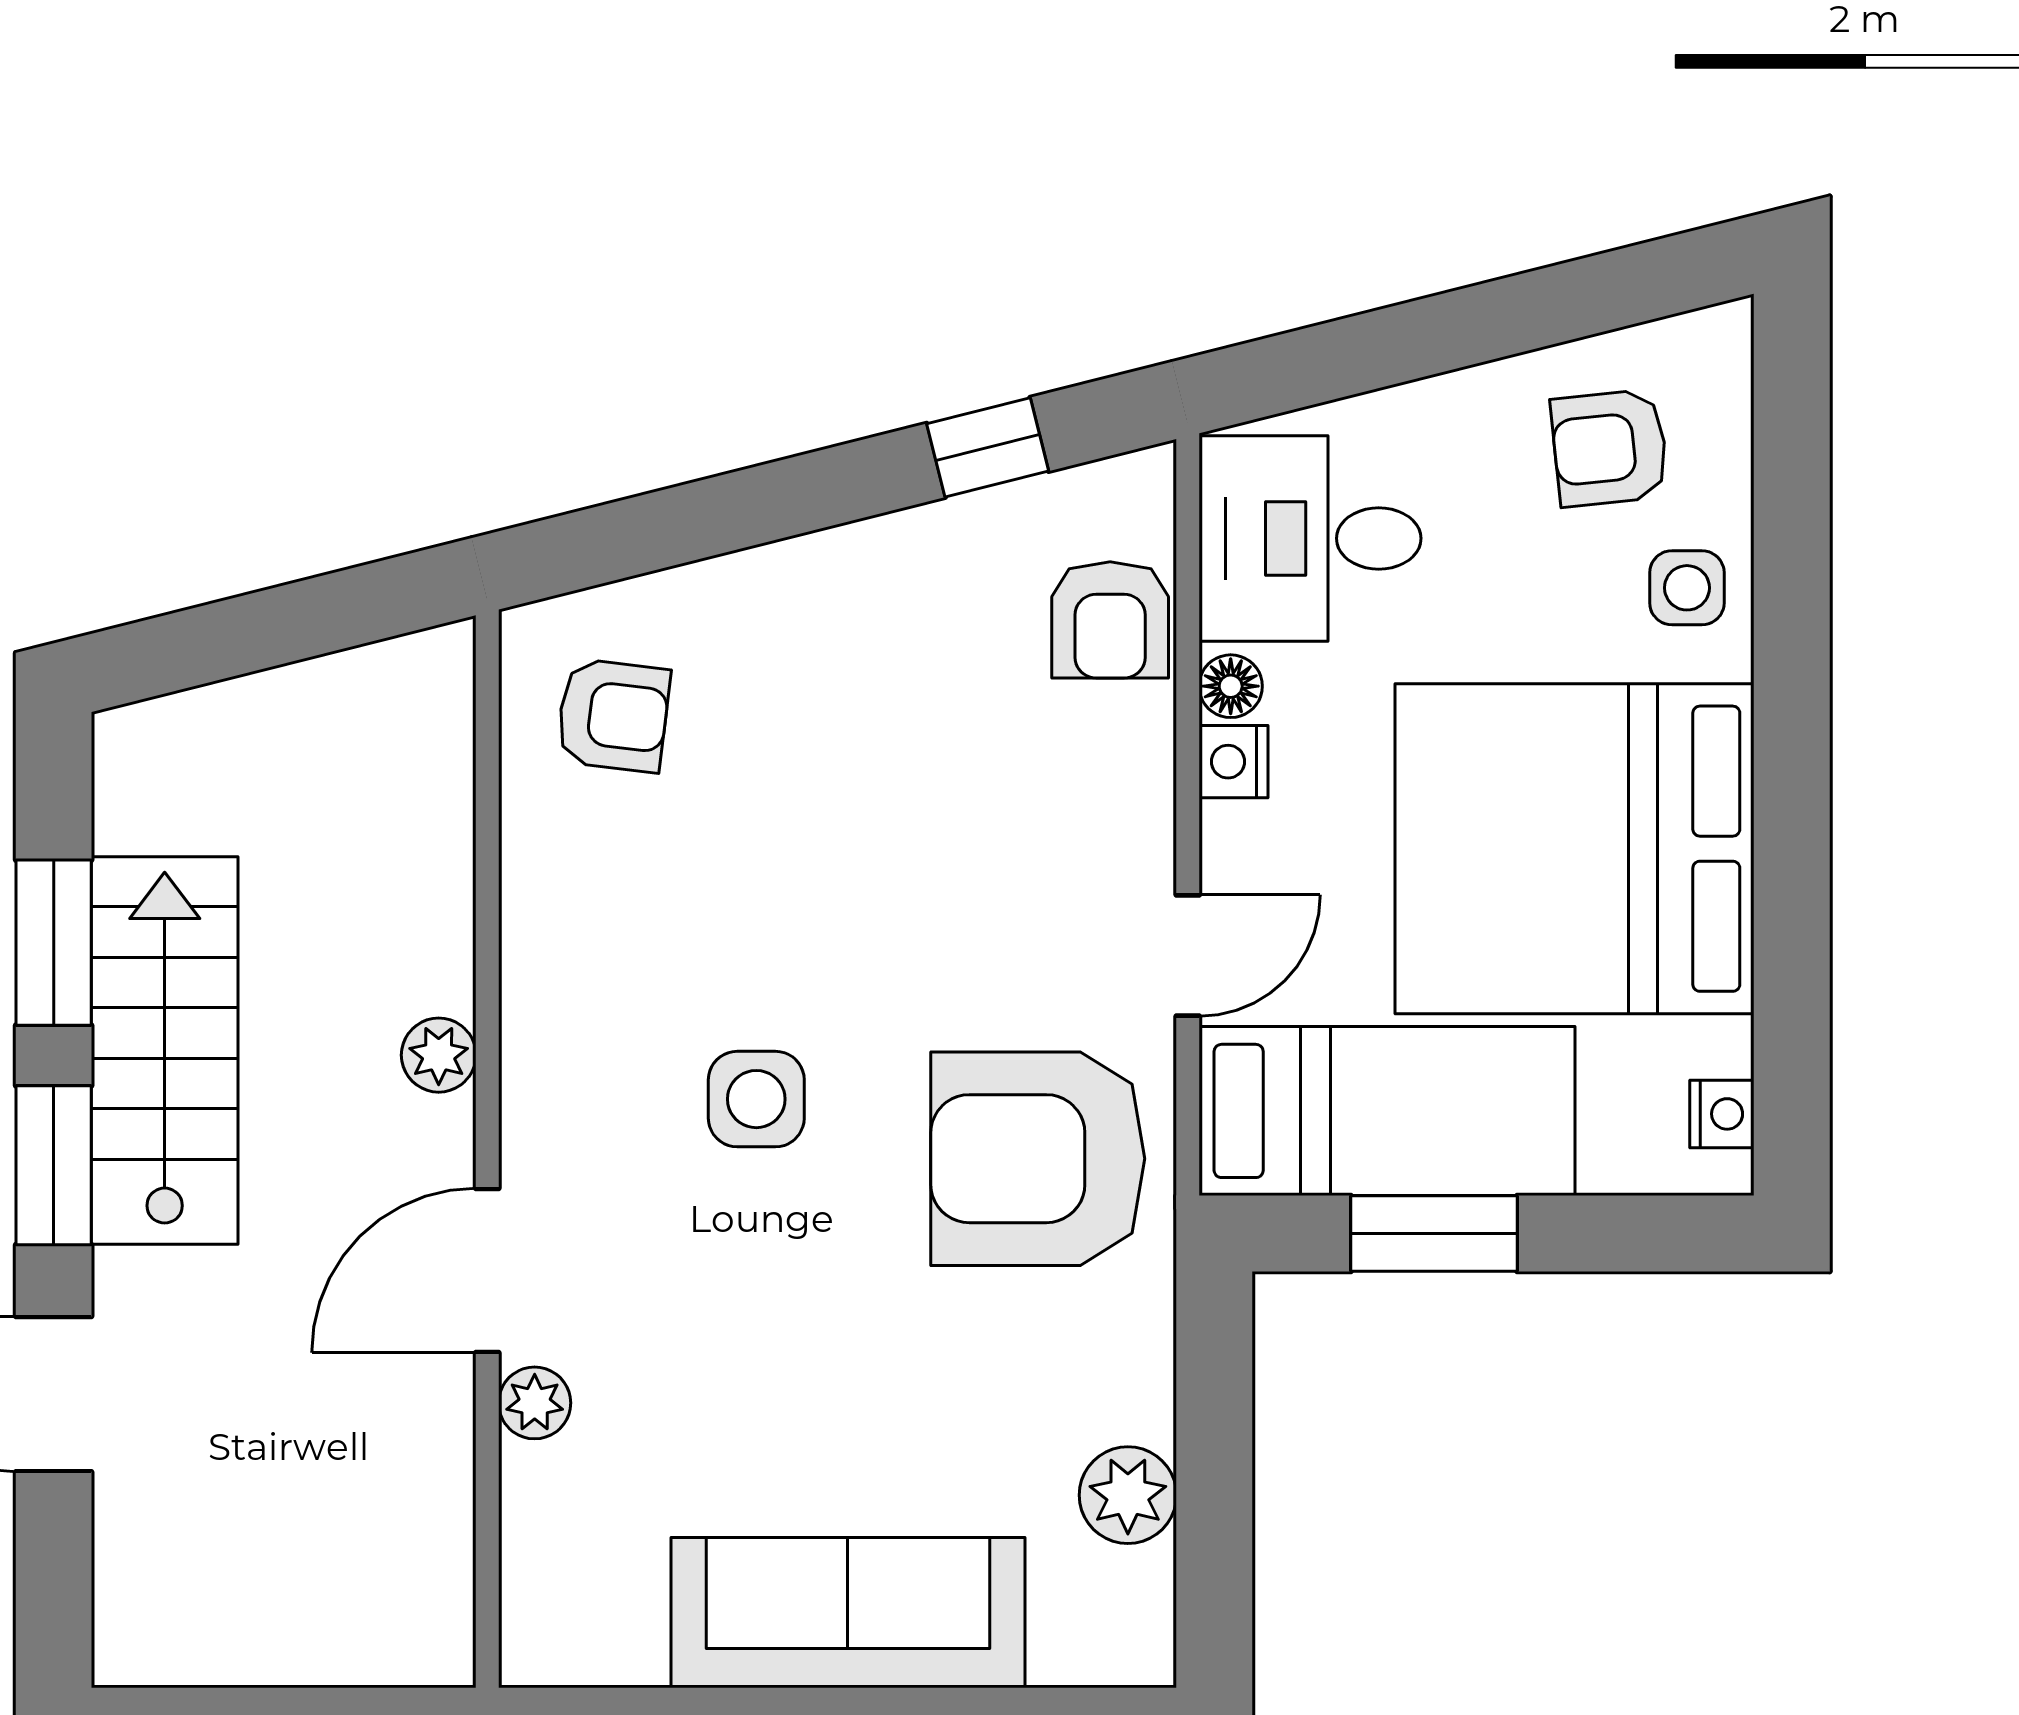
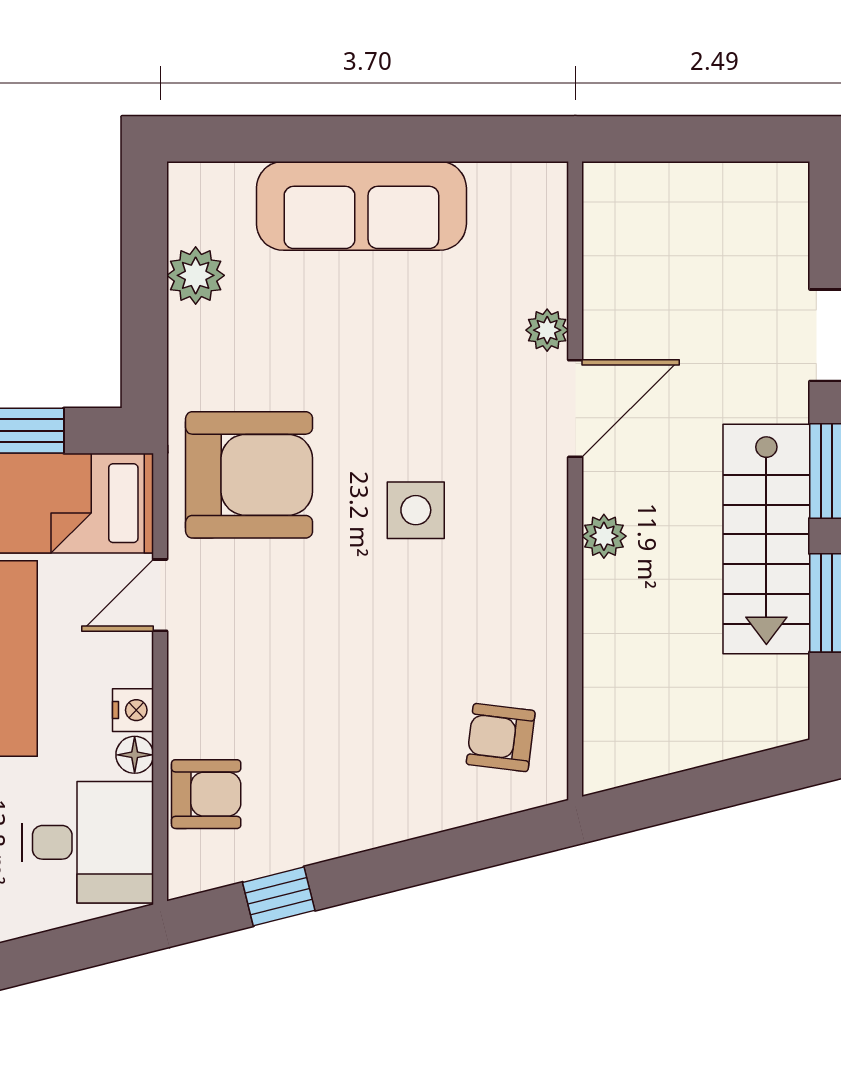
armchair: (1110, 620) -> (206, 794), turned 90

